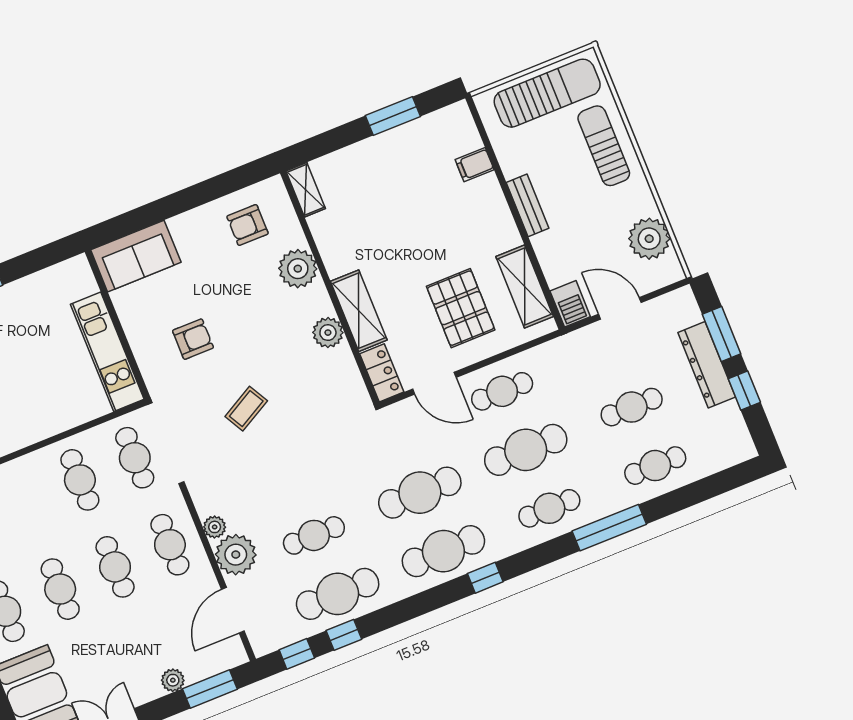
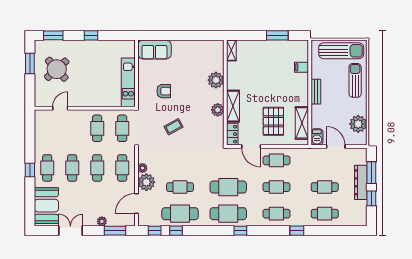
armchair: (248, 225) -> (203, 55), removed
cafe table: (526, 450) -> (276, 187), width x0.73, depth x0.74
window: (609, 528) -> (297, 231), width x0.46

